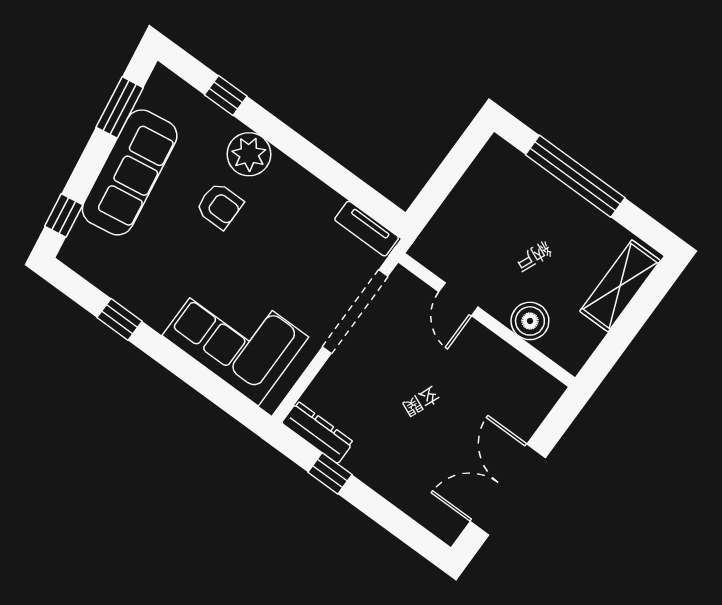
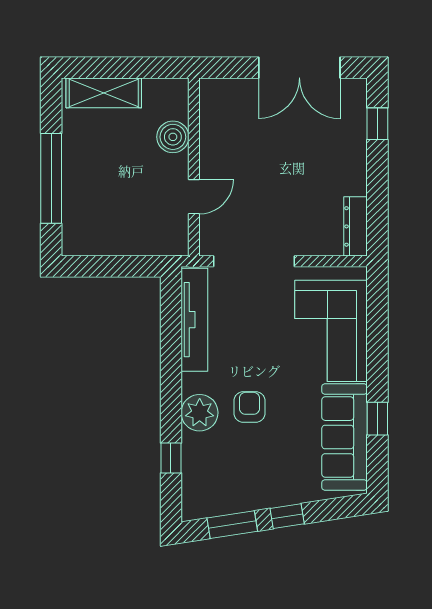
sofa: (130, 172) -> (345, 437), moved, turned -81
window: (64, 216) -> (287, 516), moved
tv unit: (367, 229) -> (194, 320), width x1.92, depth x1.29
window: (330, 473) -> (377, 124), moved

